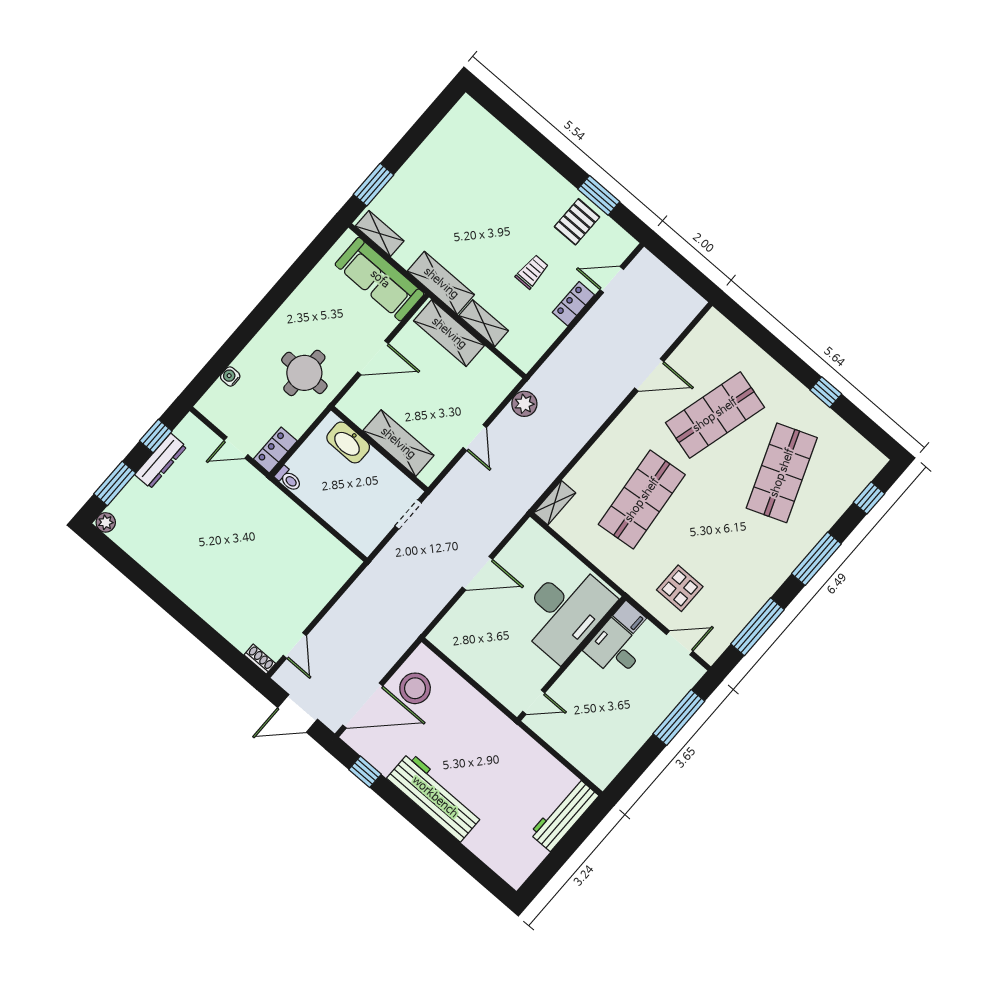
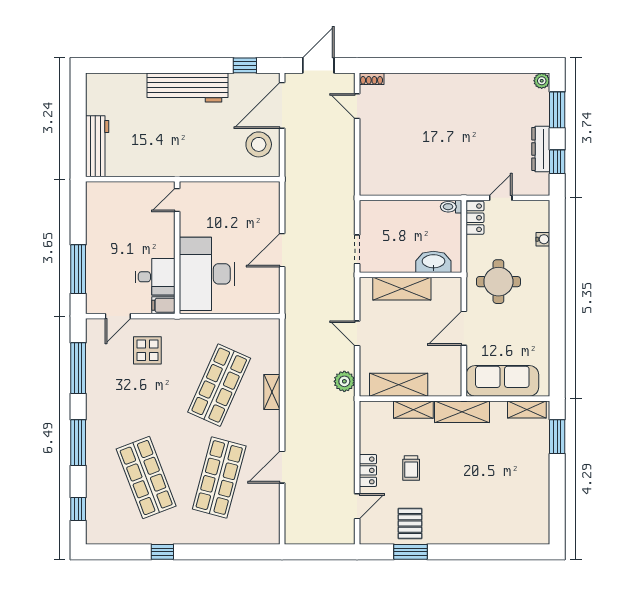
shelving: (449, 333) -> (399, 385), moved
shop shelf: (642, 500) -> (219, 385), turned 30
shelving: (555, 503) -> (272, 392), moved

